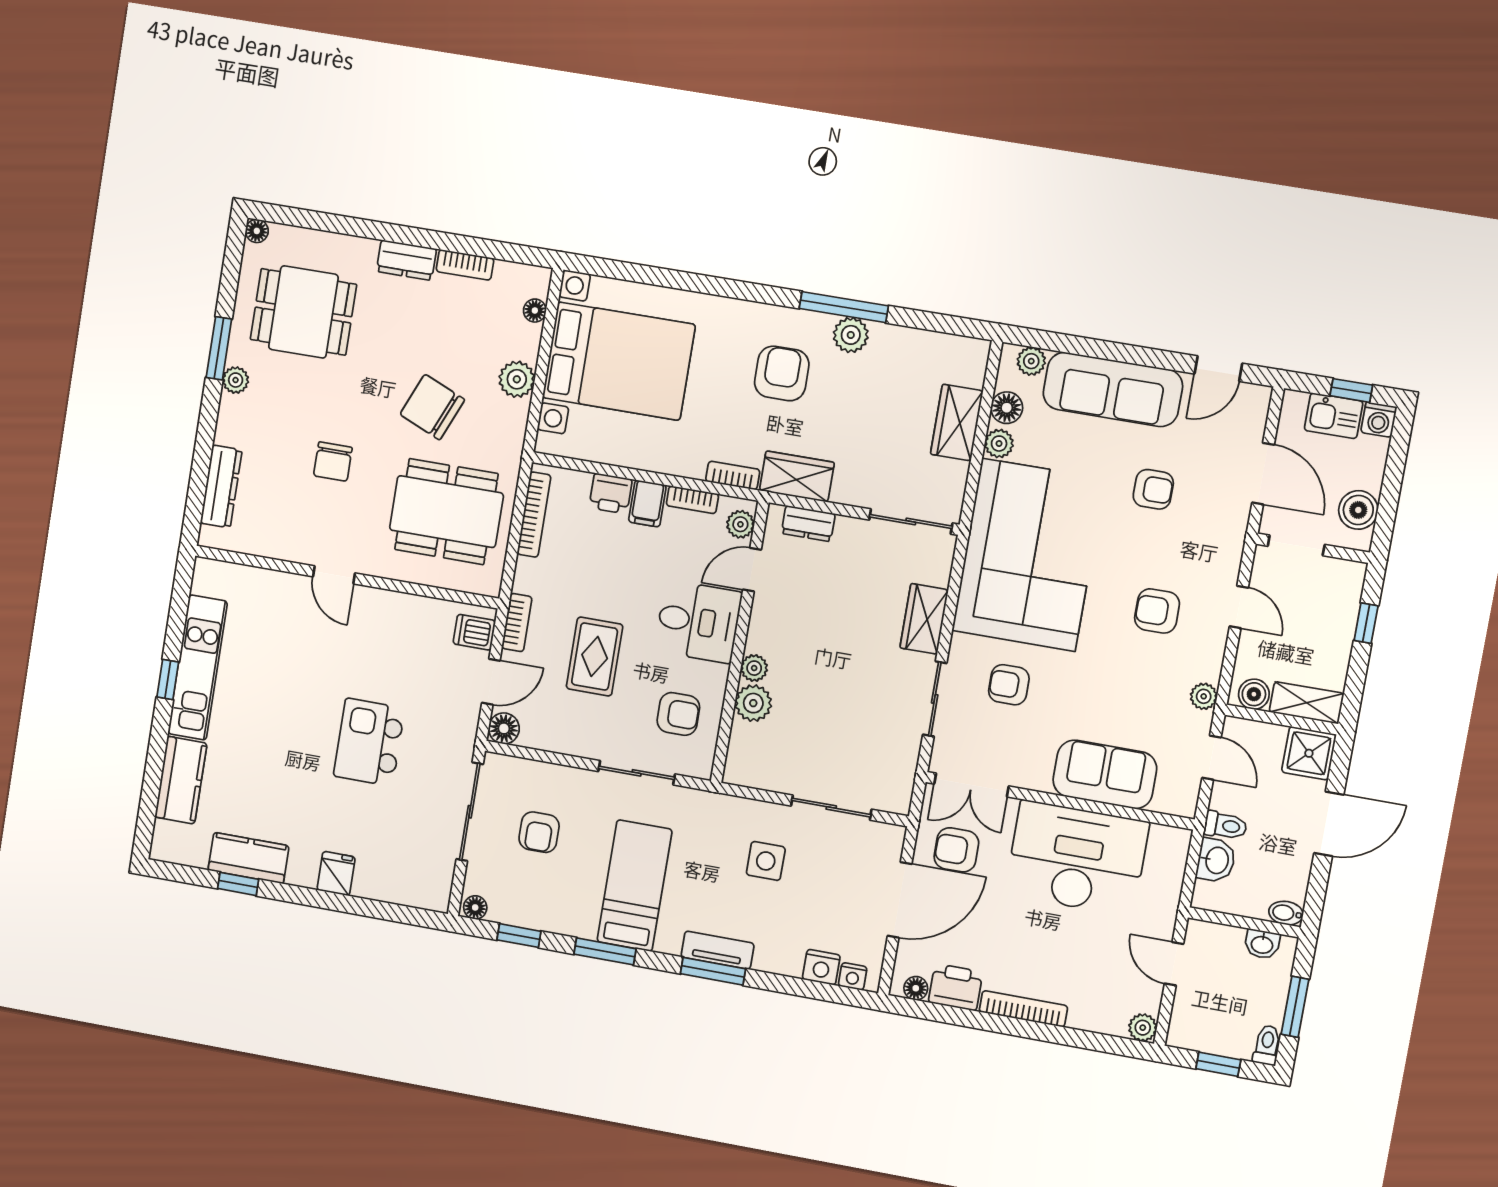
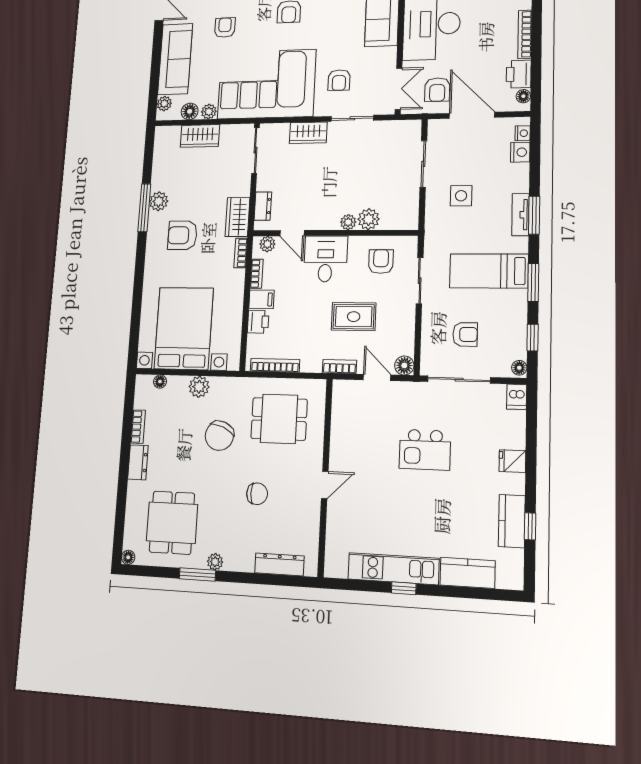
dining table: (446, 512) -> (279, 419), width x0.73
dishwasher: (474, 632) -> (517, 397), moved

